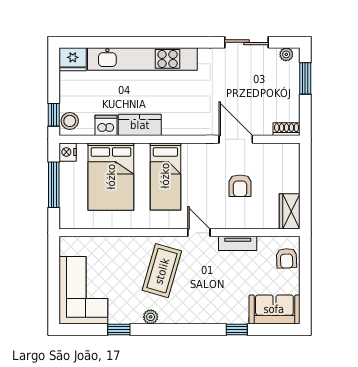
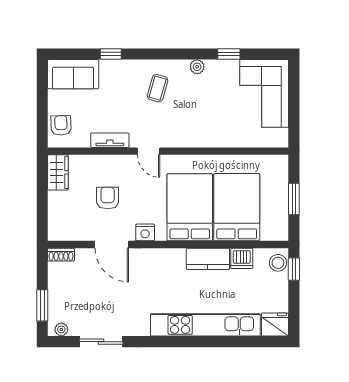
nightstand: (68, 152) -> (145, 232), moved, turned 90
bed: (165, 176) -> (190, 207), width x1.50
window: (54, 185) -> (294, 199), width x0.69
coffee table: (162, 271) -> (158, 88), moved, width x0.54, depth x0.58

